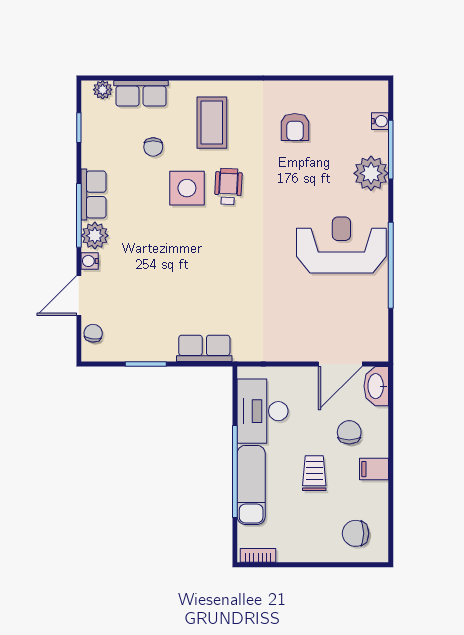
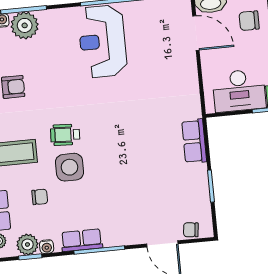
plant: (371, 173) -> (25, 25), moved
plant: (95, 236) -> (27, 244), moved
water cooler: (90, 261) -> (47, 247), moved

